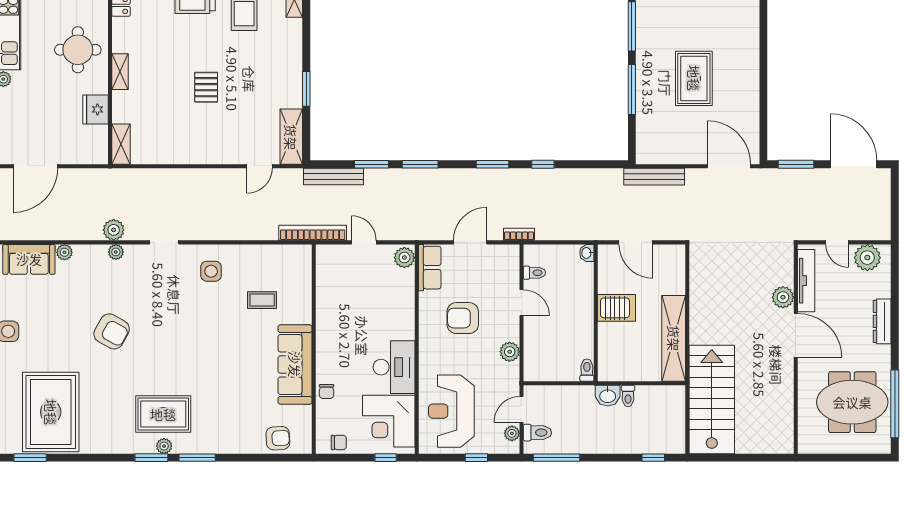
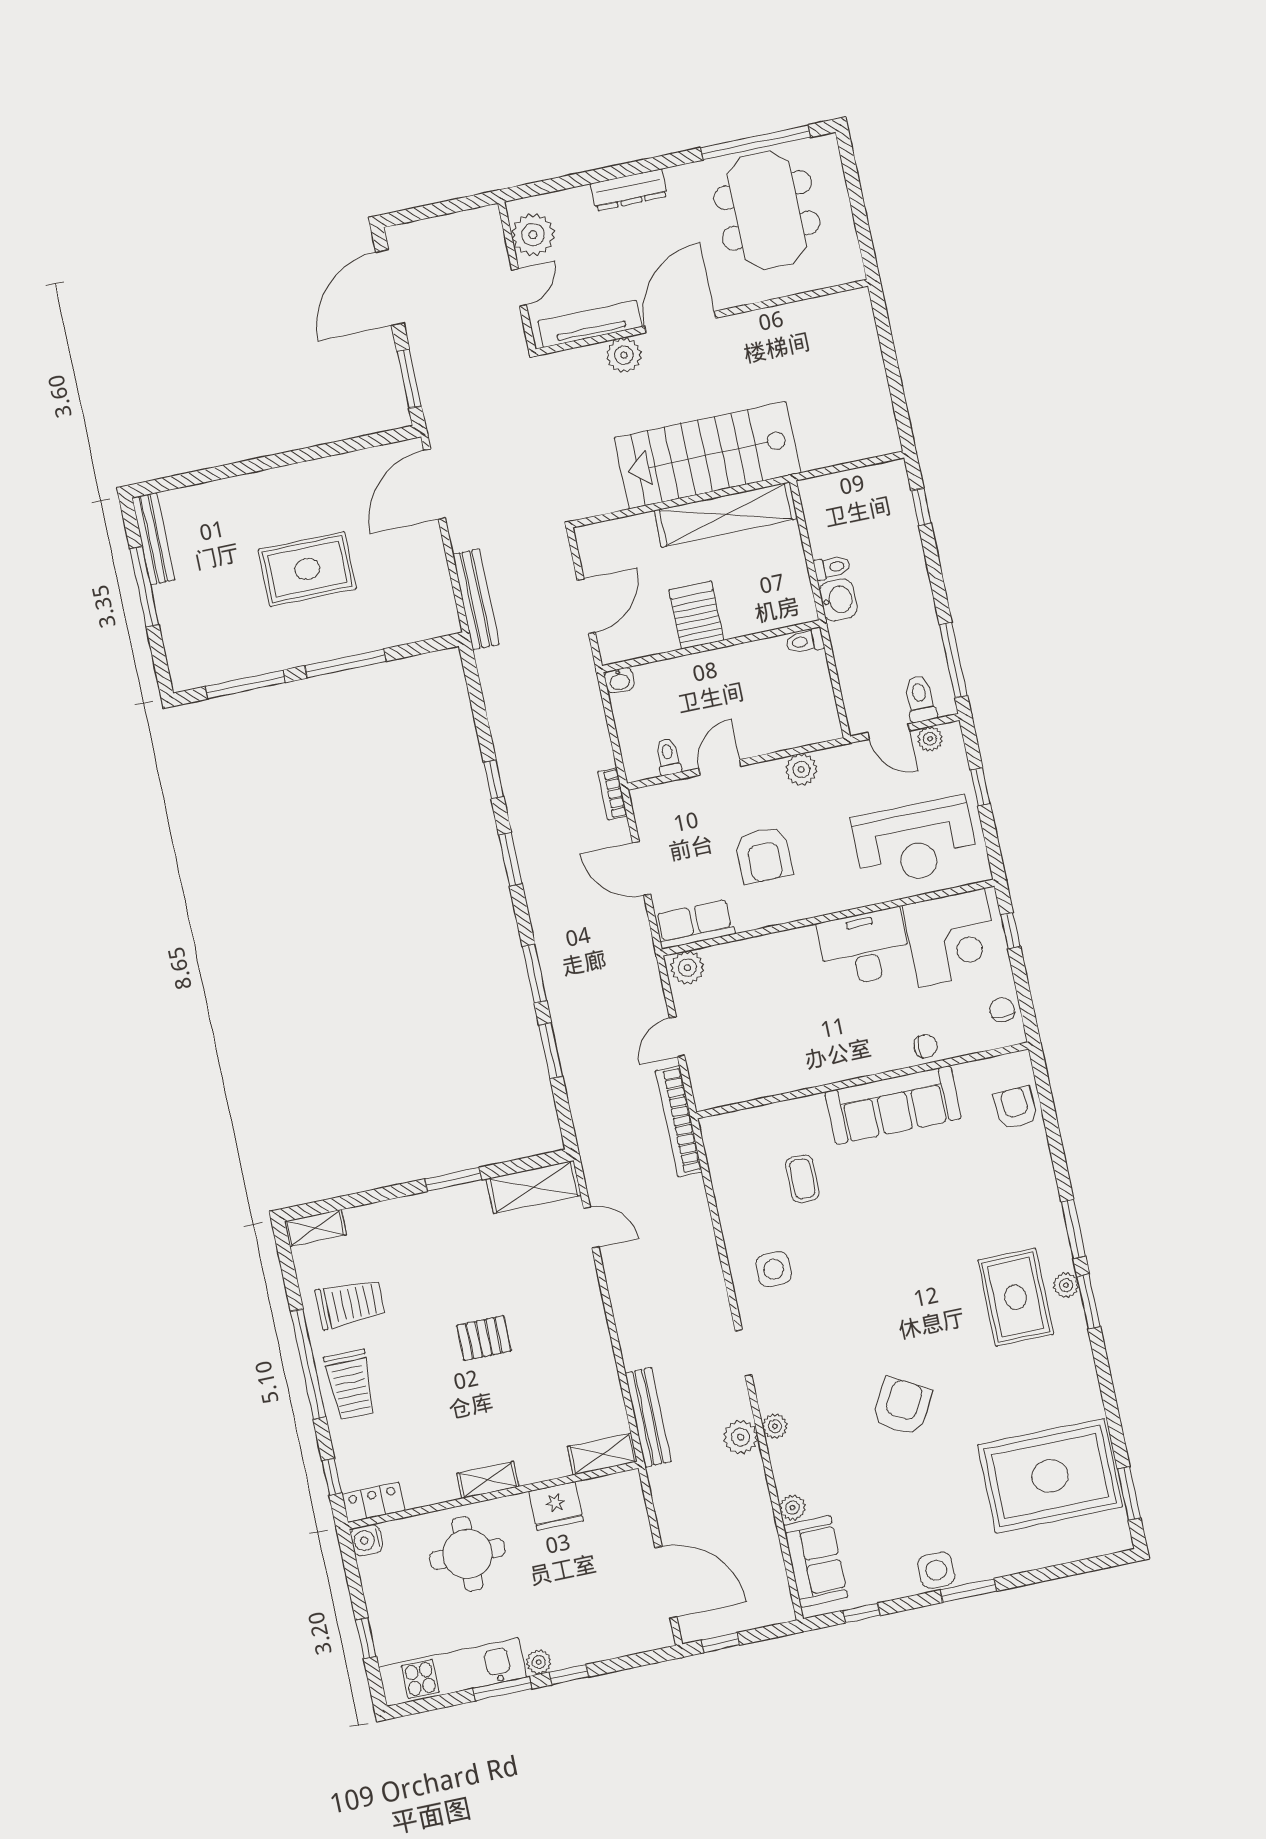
bench: (334, 176) -> (648, 1417), moved
stairs: (712, 400) -> (707, 455), moved

